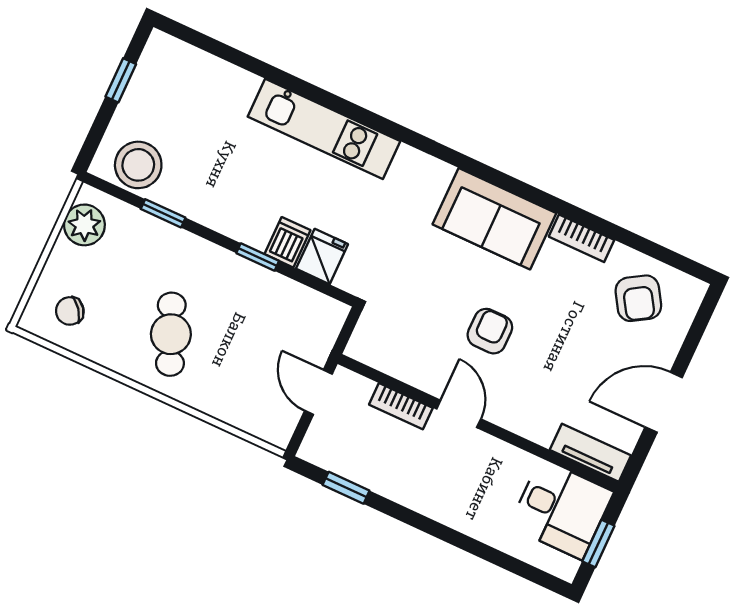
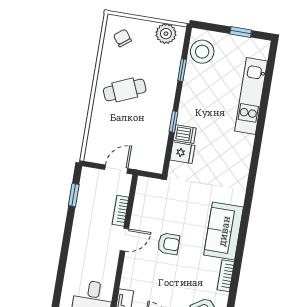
kitchen unit: (324, 129) -> (251, 96), moved

